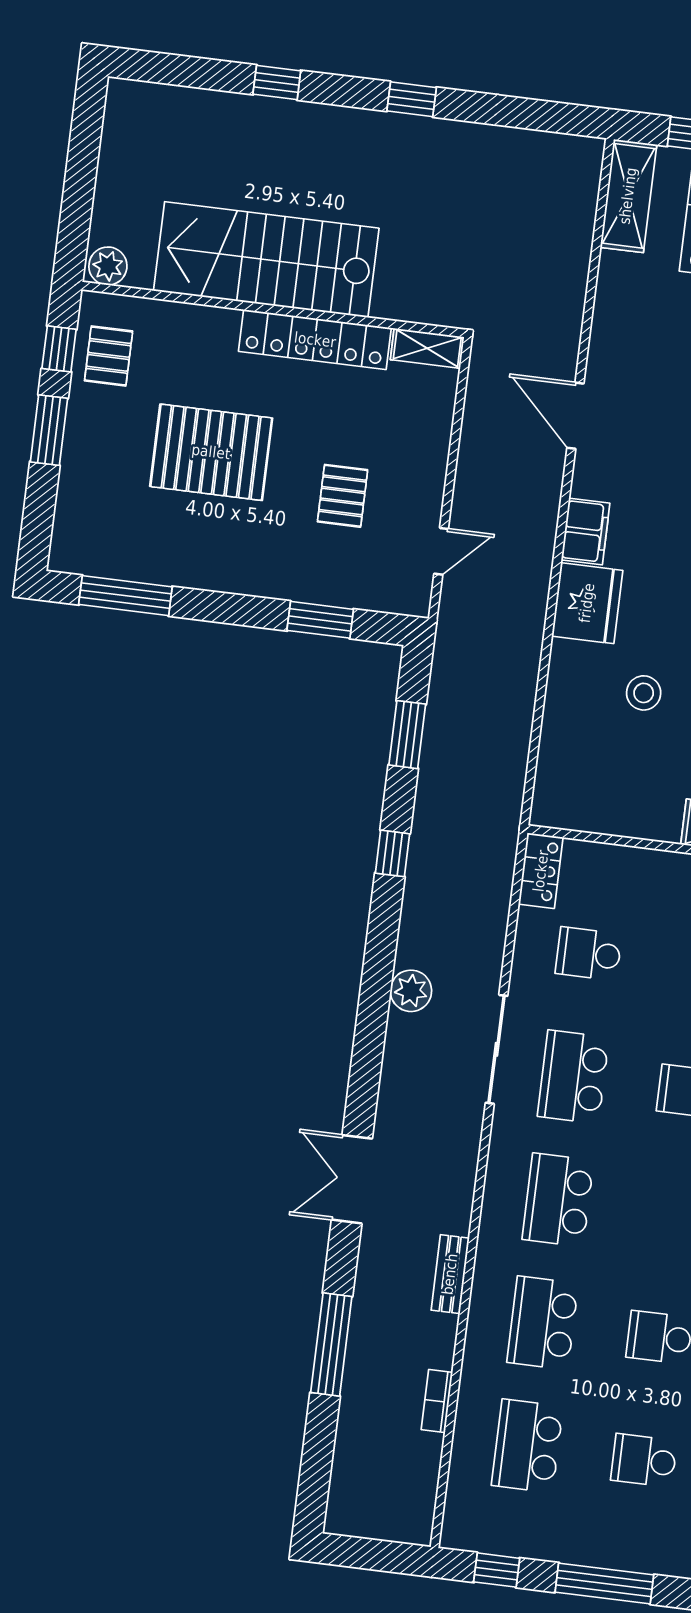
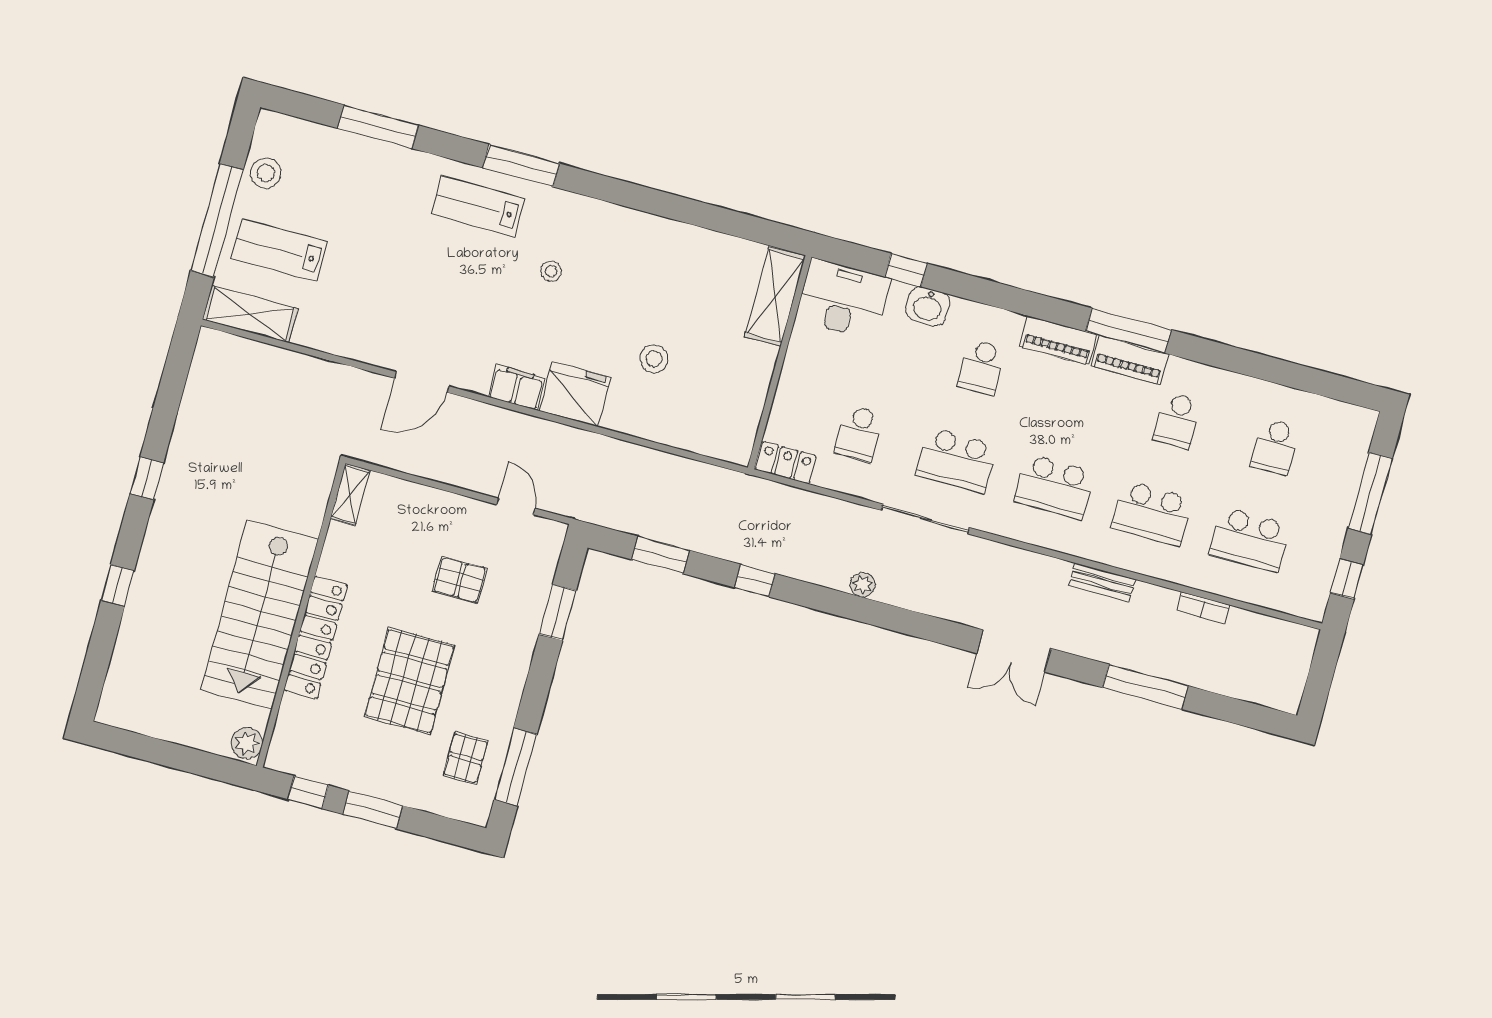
locker: (315, 340) -> (316, 638), moved
pallet: (109, 356) -> (465, 758), moved, turned 90
plant: (411, 991) -> (863, 585), width x0.73, depth x0.73

